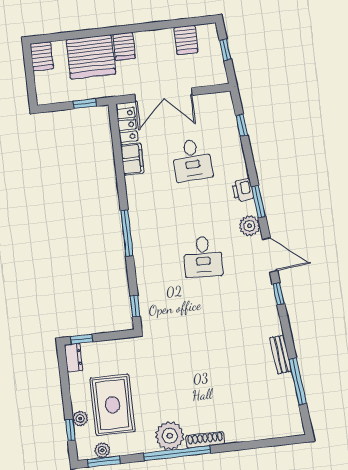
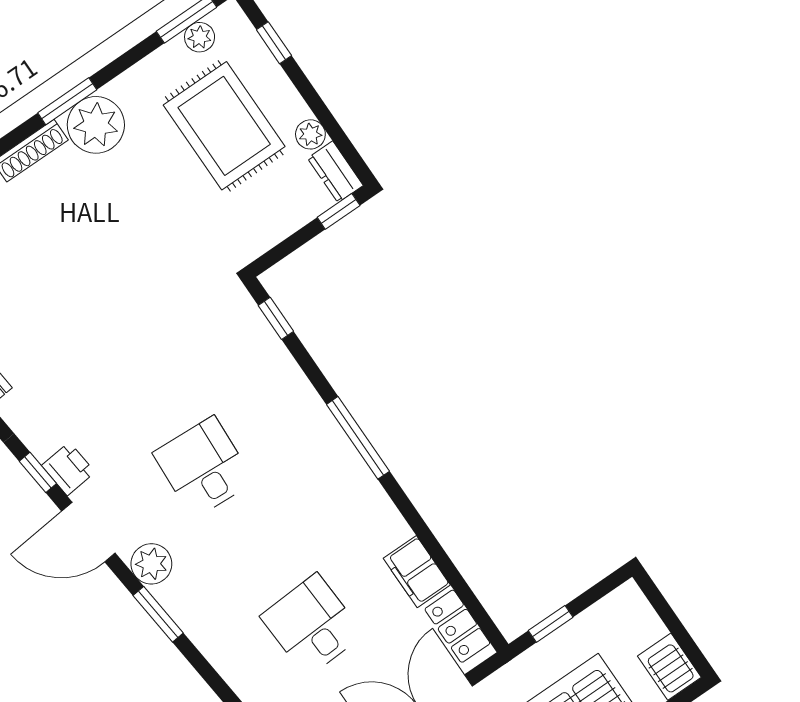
printer: (243, 190) -> (68, 469), moved
plant: (80, 419) -> (310, 134), moved
window: (177, 453) -> (67, 101), width x0.47

